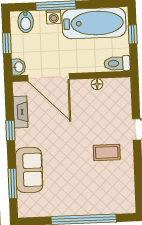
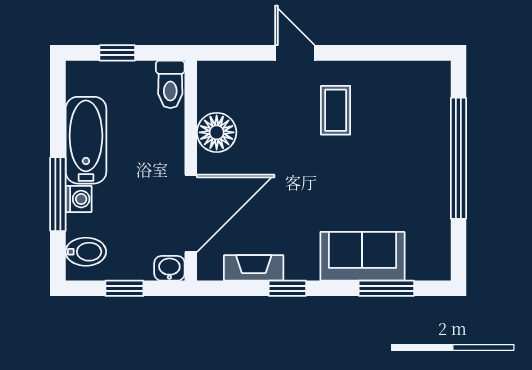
bathtub: (94, 23) -> (86, 140), width x0.73, depth x0.73
floor lamp: (97, 84) -> (217, 132), width x1.89, depth x1.89

